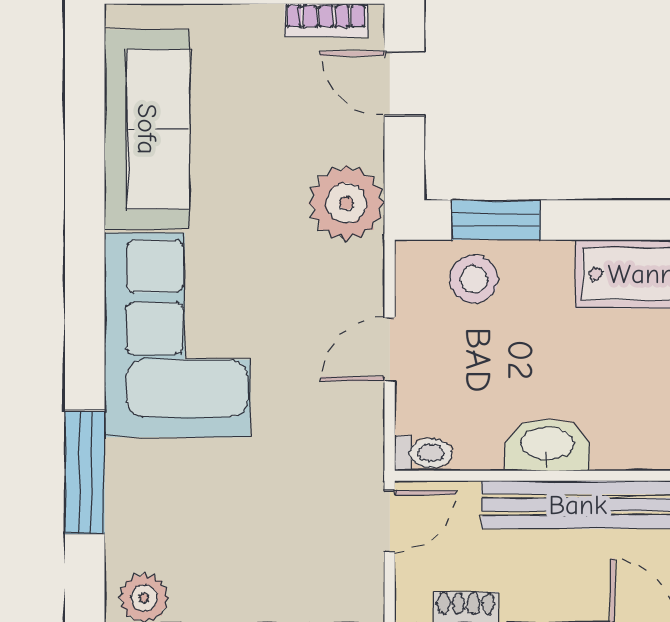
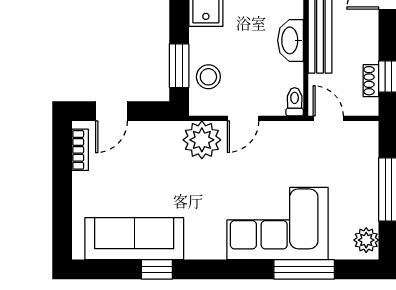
window: (85, 175) -> (157, 269), added
plant: (346, 203) -> (202, 140), moved
corner sofa: (177, 335) -> (277, 224), moved
door: (390, 349) -> (243, 118), hinge flipped

